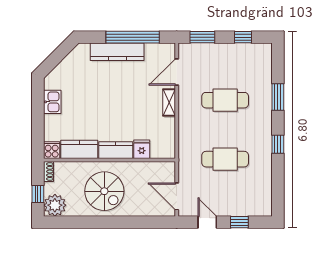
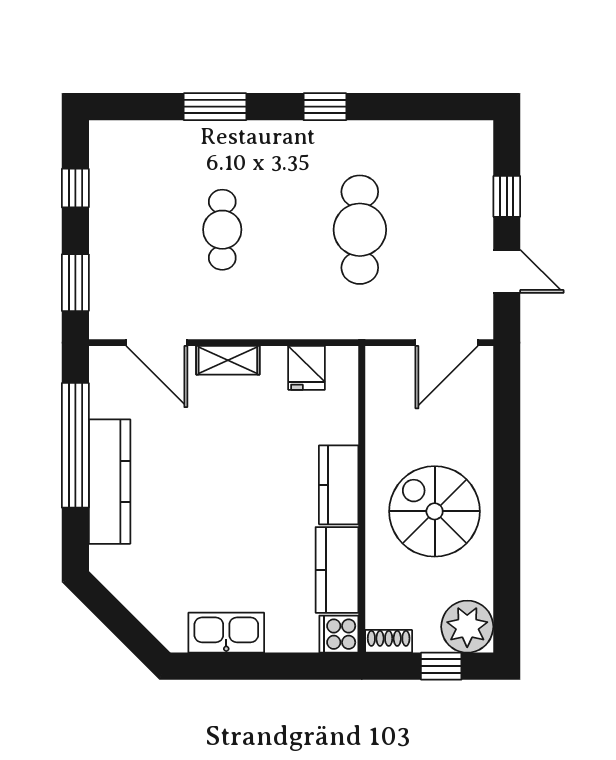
cafe table: (225, 100) -> (222, 230), width x0.73, depth x0.74
kitchen sink: (52, 102) -> (226, 633), width x1.38
fridge: (142, 149) -> (307, 368), moved, turned -90
spiral stairs: (104, 191) -> (435, 511), turned -90
door: (207, 222) -> (507, 271), swing flipped

